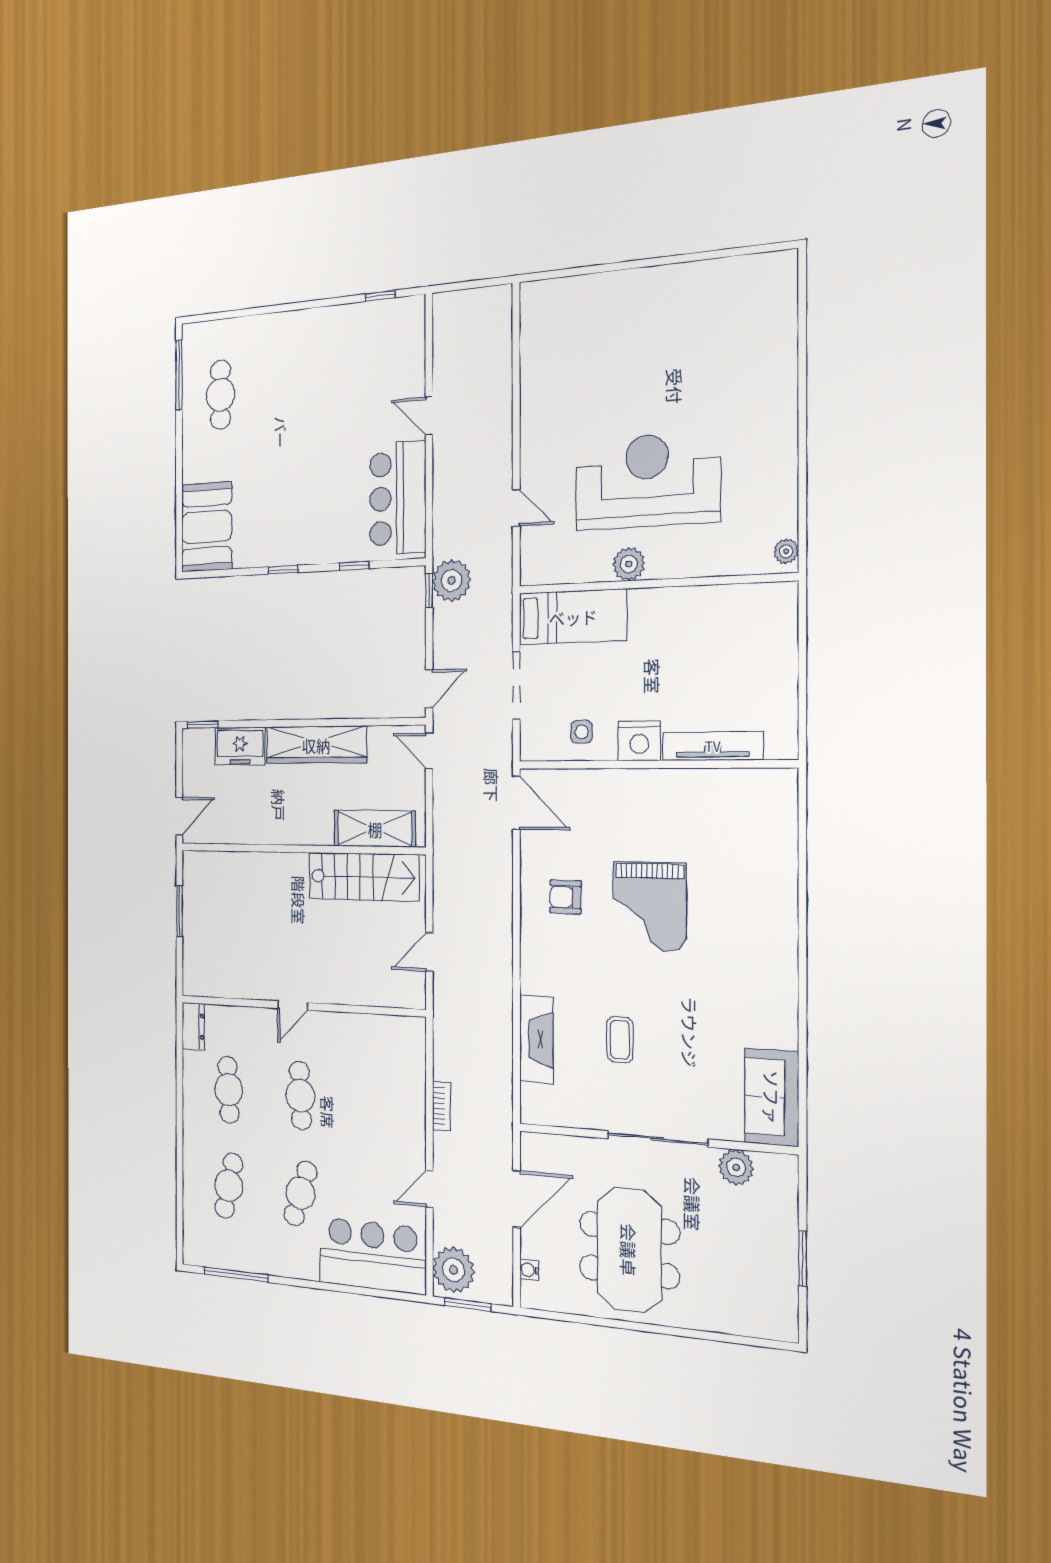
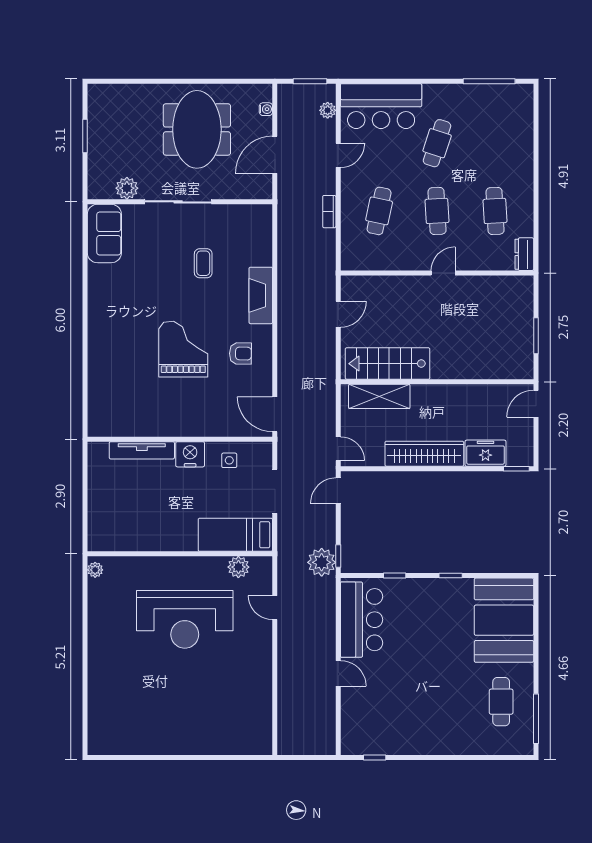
booth: (207, 527) -> (504, 620), width x1.36, depth x1.42
plant: (629, 564) -> (238, 567), moved
fireplace: (536, 1039) -> (261, 295), moved
cafe table: (229, 1186) -> (379, 211), moved
plant: (453, 1270) -> (328, 110), width x0.53, depth x0.53

